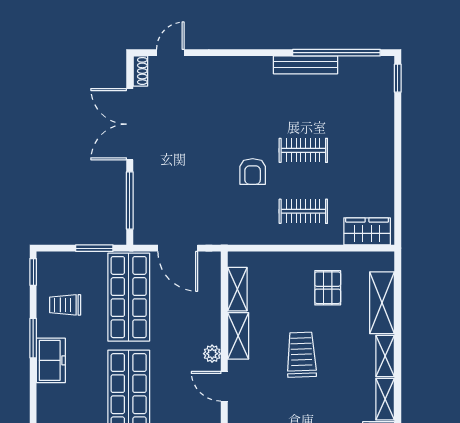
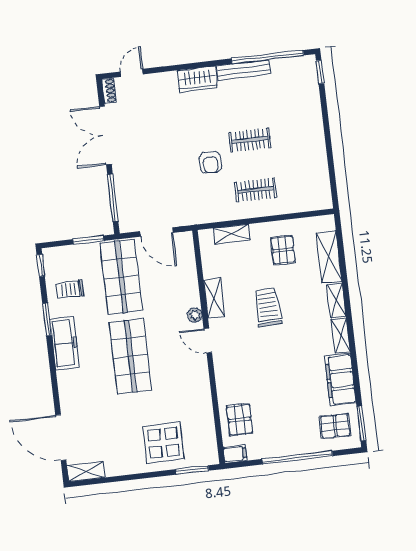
wardrobe: (367, 231) -> (197, 79), moved, turned 180
shelving: (237, 289) -> (232, 234), moved, turned 90
freezer: (51, 360) -> (64, 343), width x1.40

